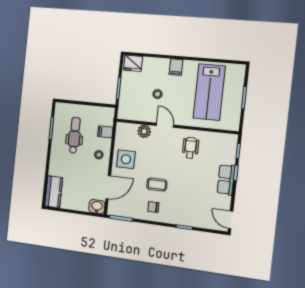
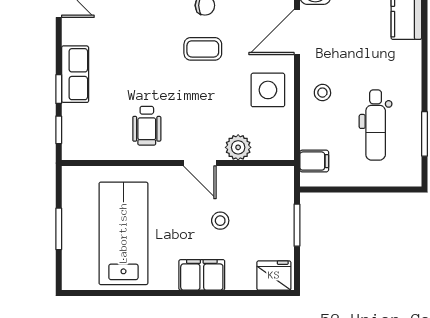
filing cabinet: (176, 67) -> (202, 275), width x2.00
filing cabinet: (105, 132) -> (314, 161), moved

